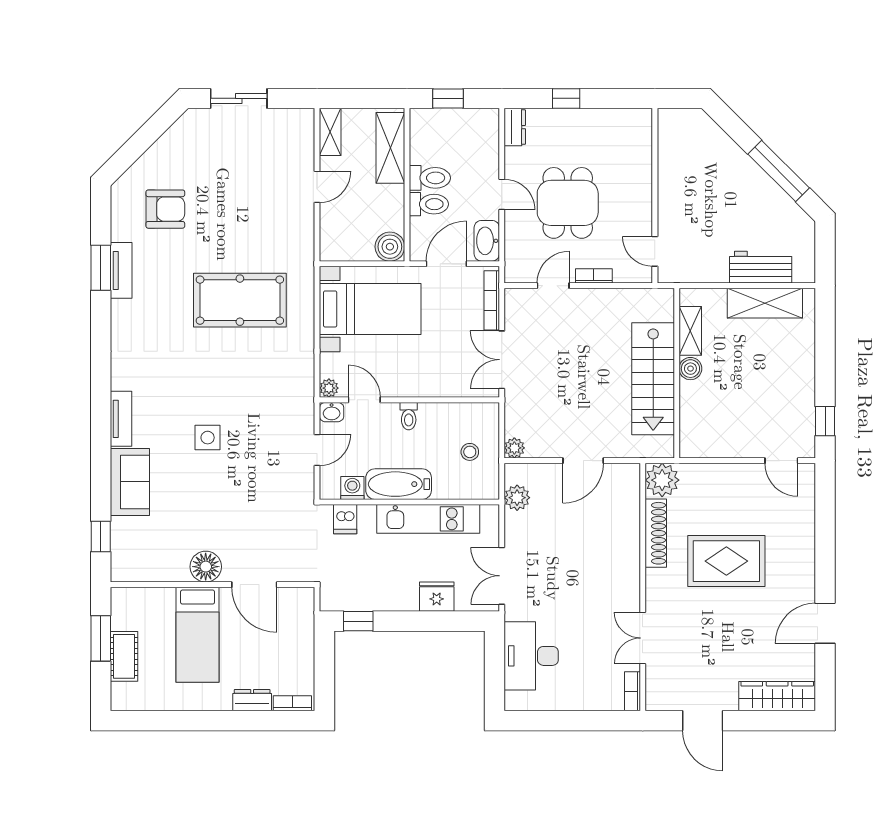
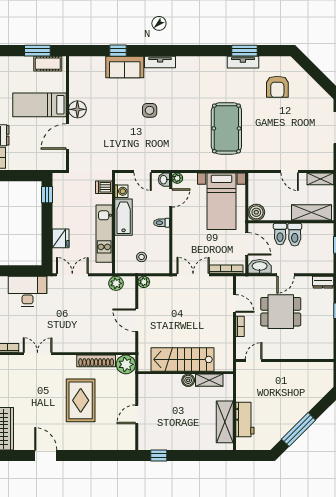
door: (781, 461) -> (137, 414), moved
window: (101, 537) -> (118, 51), moved
cot: (124, 656) -> (48, 64), moved

